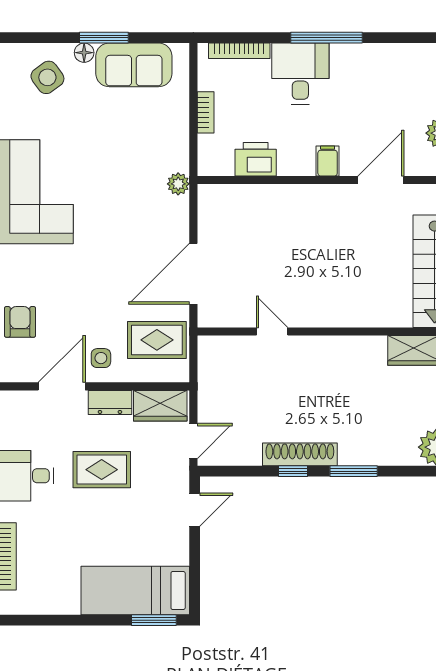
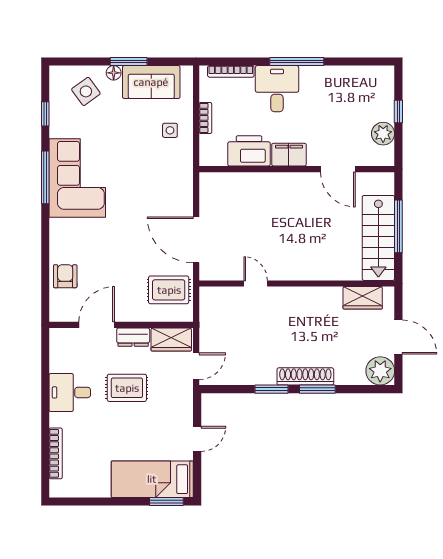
printer: (256, 159) -> (249, 151), width x1.37, depth x1.19
filing cabinet: (328, 161) -> (289, 155), width x2.00
door: (381, 180) -> (338, 169), swing flipped
plant: (178, 184) -> (185, 172), removed
door: (193, 274) -> (196, 240), hinge flipped
side table: (101, 358) -> (170, 130), moved
shoe rack: (300, 454) -> (305, 376), moved
window: (293, 471) -> (271, 389), width x1.50
door: (195, 510) -> (197, 439), moved

